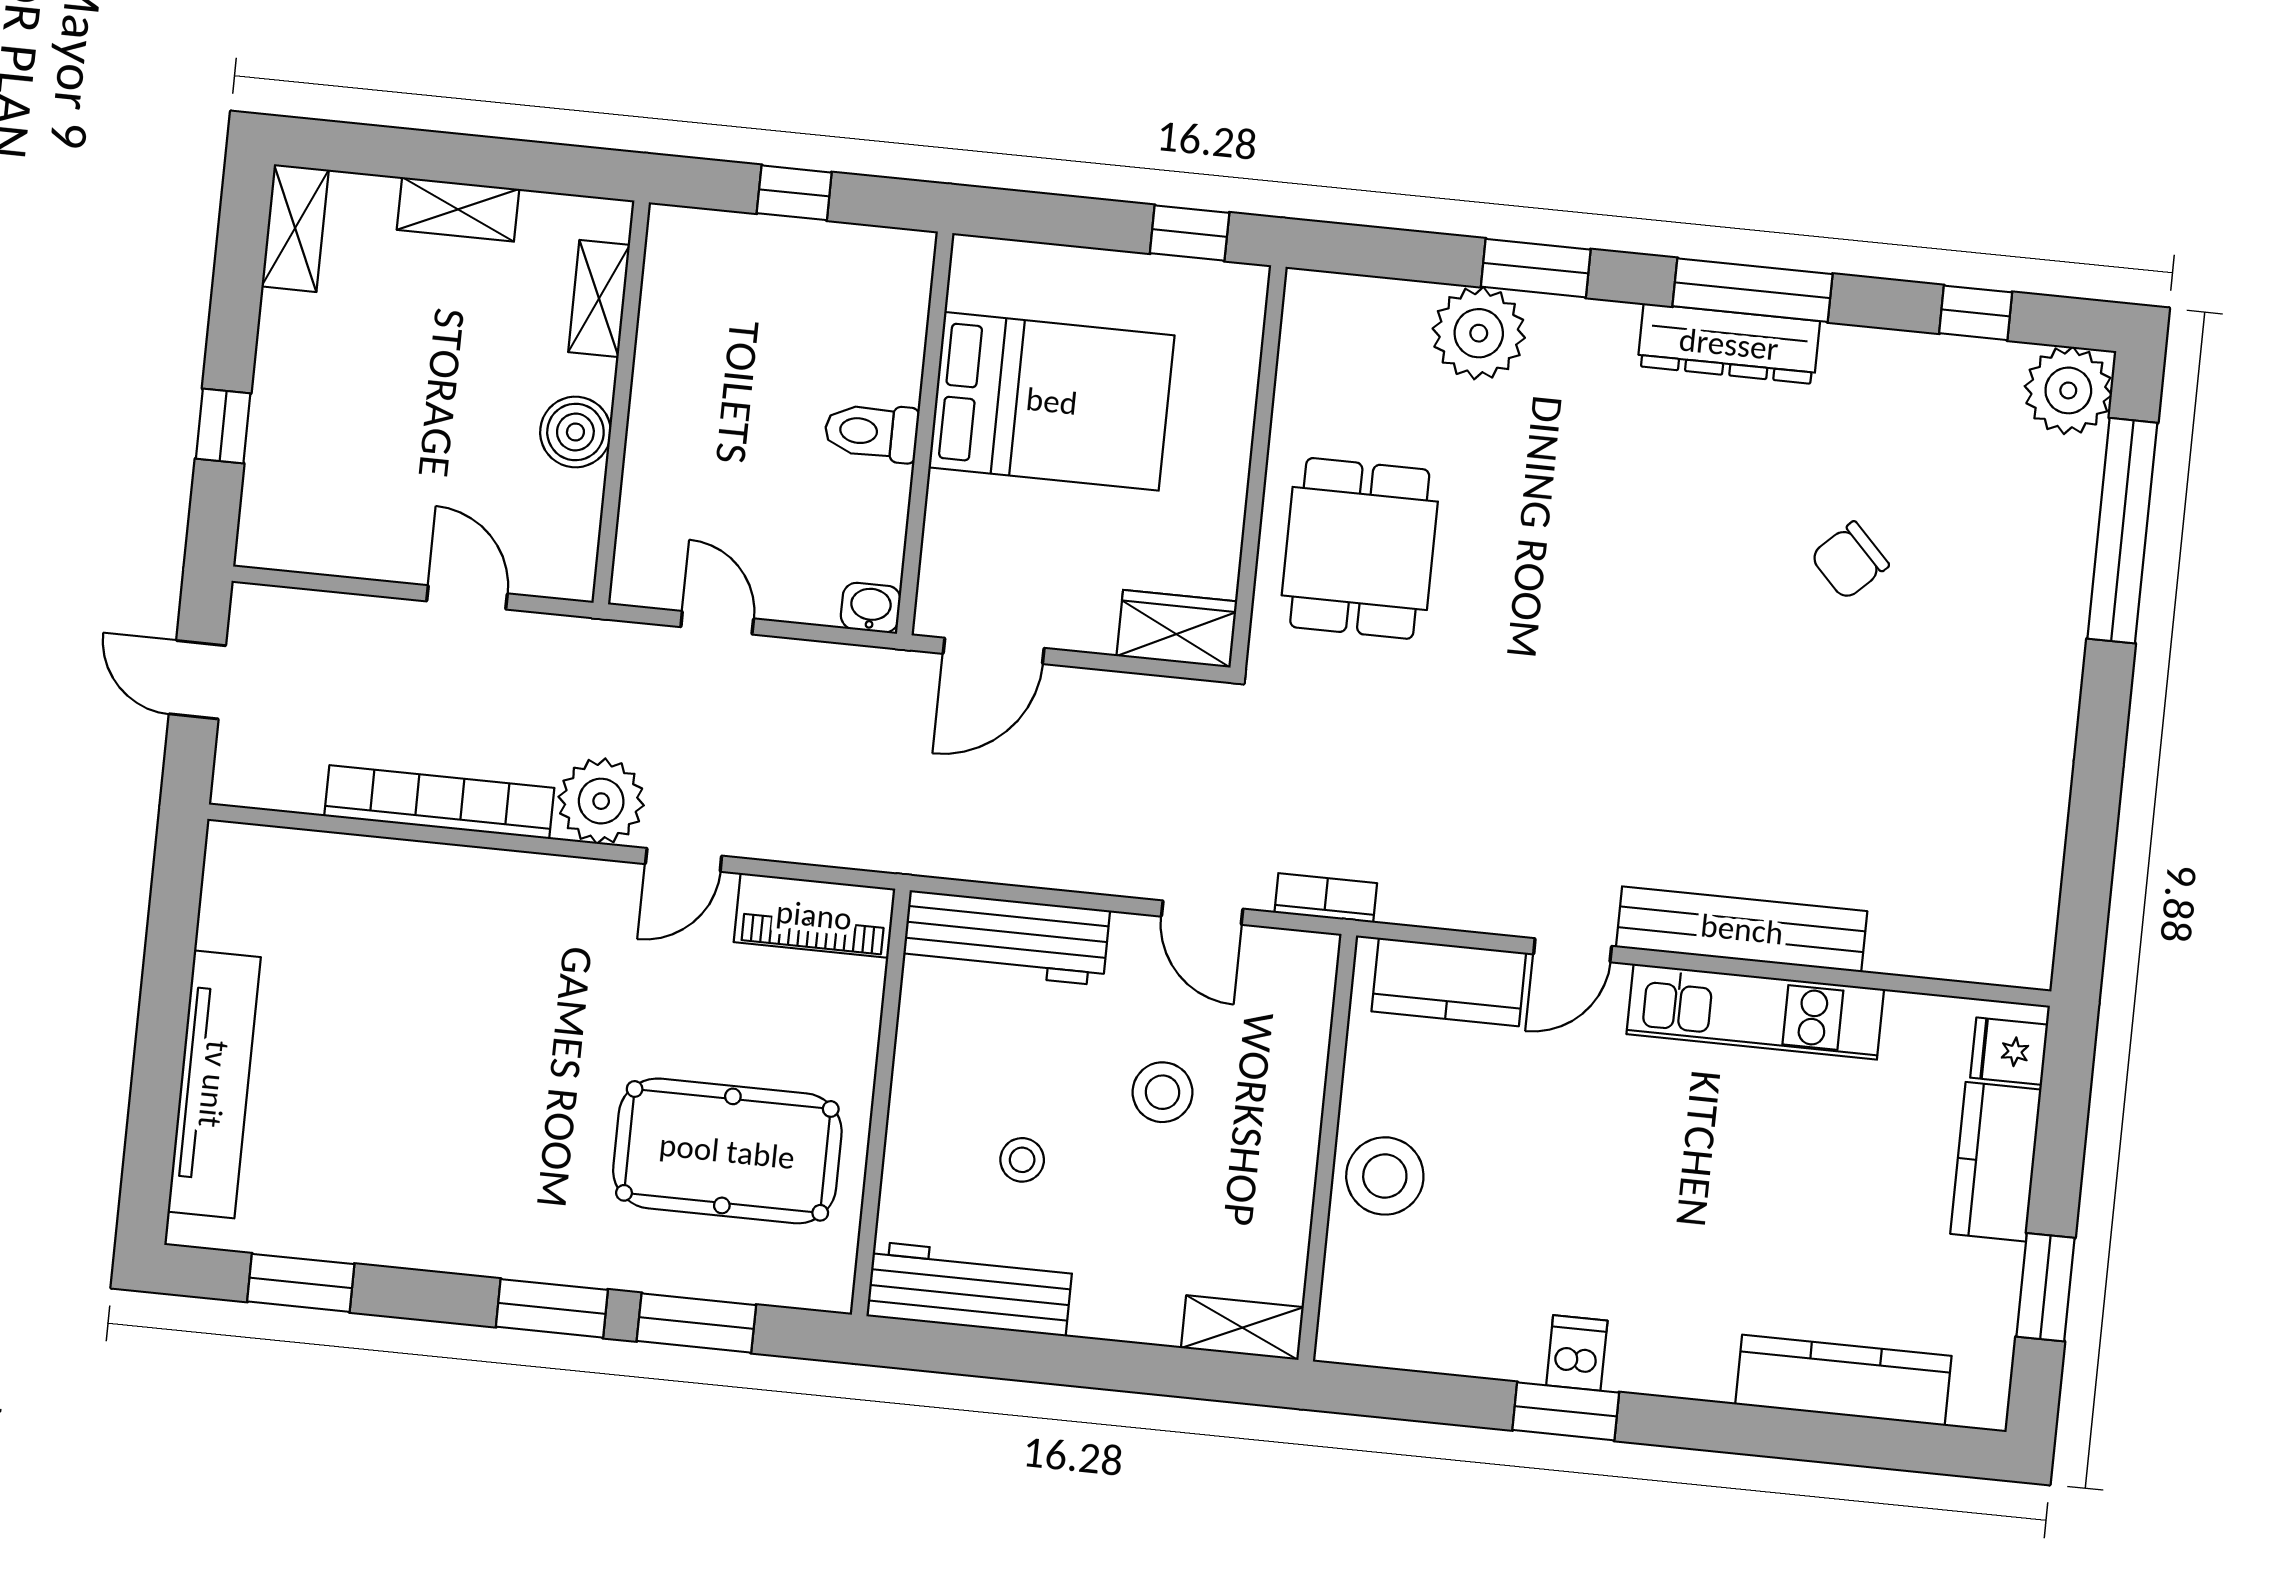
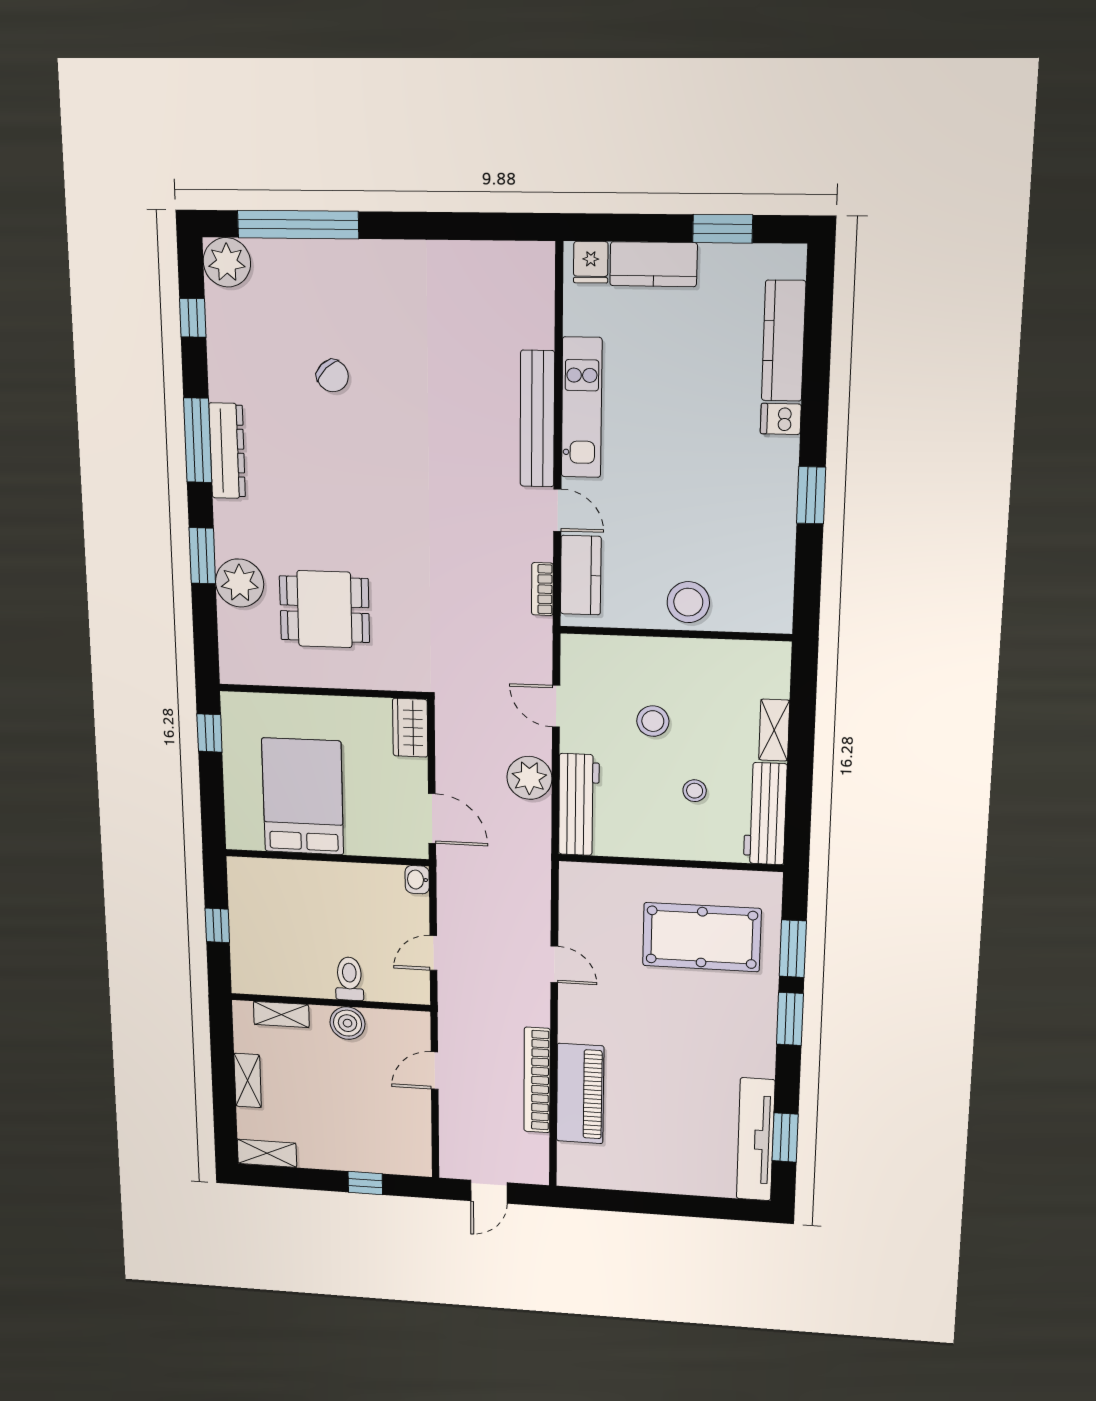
toilet: (871, 432) -> (349, 979), moved, turned 180
dining table: (1360, 548) -> (324, 609), moved
plant: (601, 801) -> (529, 778), moved
bookcase: (1326, 898) -> (542, 589), moved
door: (1202, 913) -> (556, 706), swing flipped
piano: (814, 915) -> (580, 1094), moved, width x1.37, depth x1.33
tv unit: (214, 1084) -> (756, 1140), moved, turned -90
pool table: (727, 1151) -> (702, 937), turned 90
shelving: (1242, 1328) -> (774, 730), moved
dishwasher: (1577, 1353) -> (781, 419), moved

